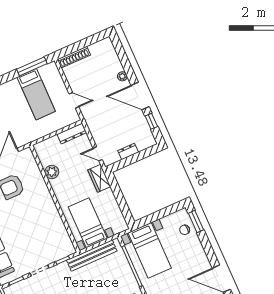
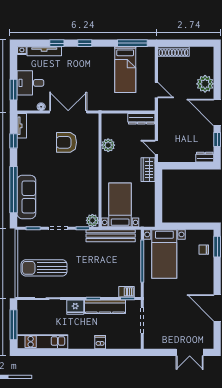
plant: (122, 76) -> (205, 84), width x1.88, depth x1.88
dresser: (128, 151) -> (205, 157), moved
plant: (68, 249) -> (92, 220), added

